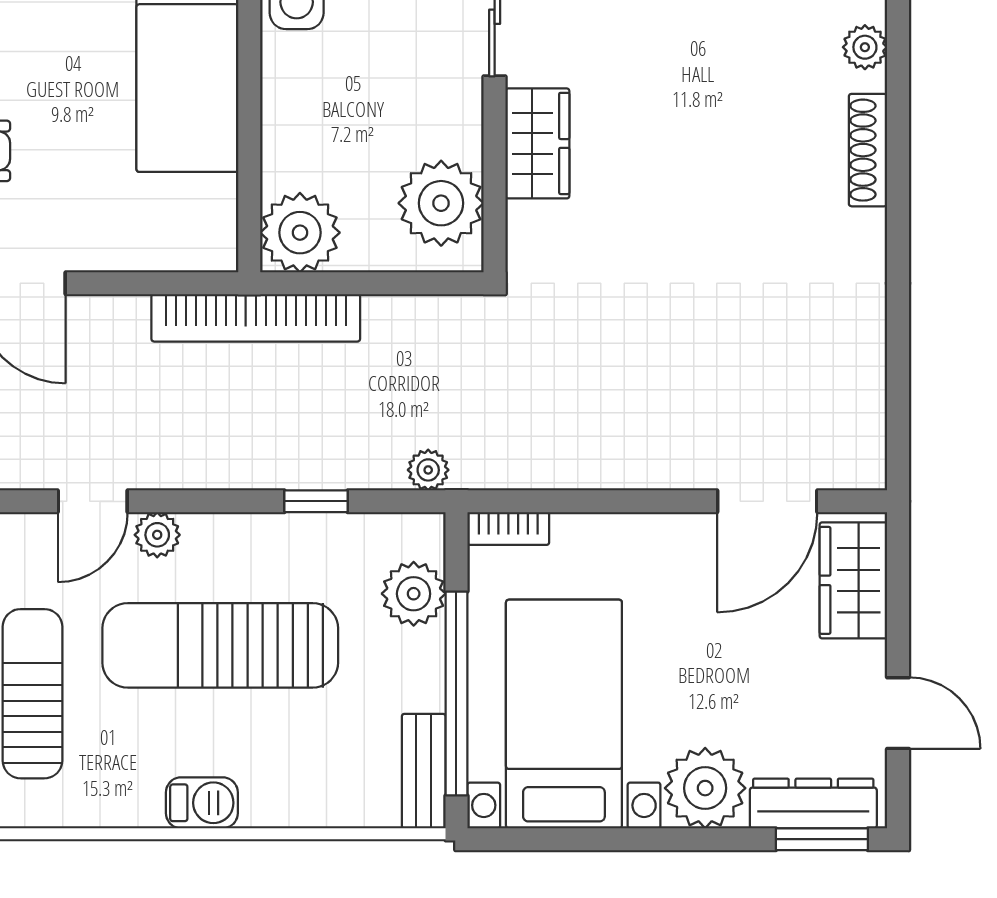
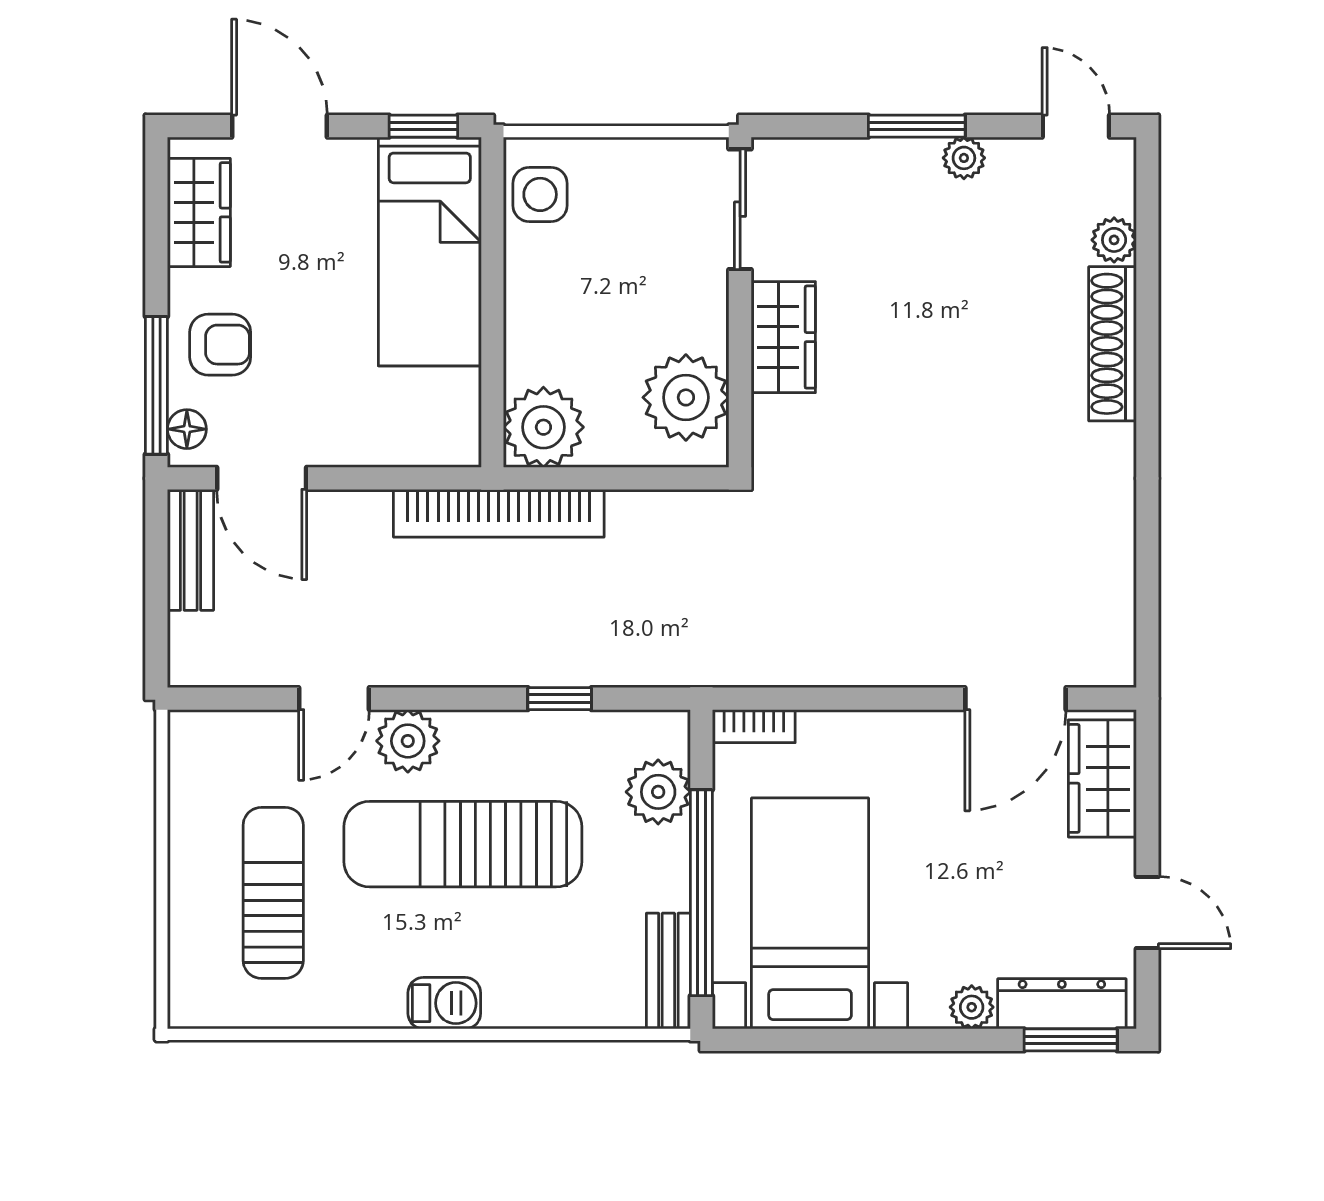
shoe rack: (868, 150) -> (1113, 344), width x1.36, depth x1.24
plant: (428, 470) -> (673, 667), removed
plant: (157, 535) -> (408, 741), width x1.38, depth x1.38
plant: (705, 788) -> (972, 1007), width x0.53, depth x0.53

